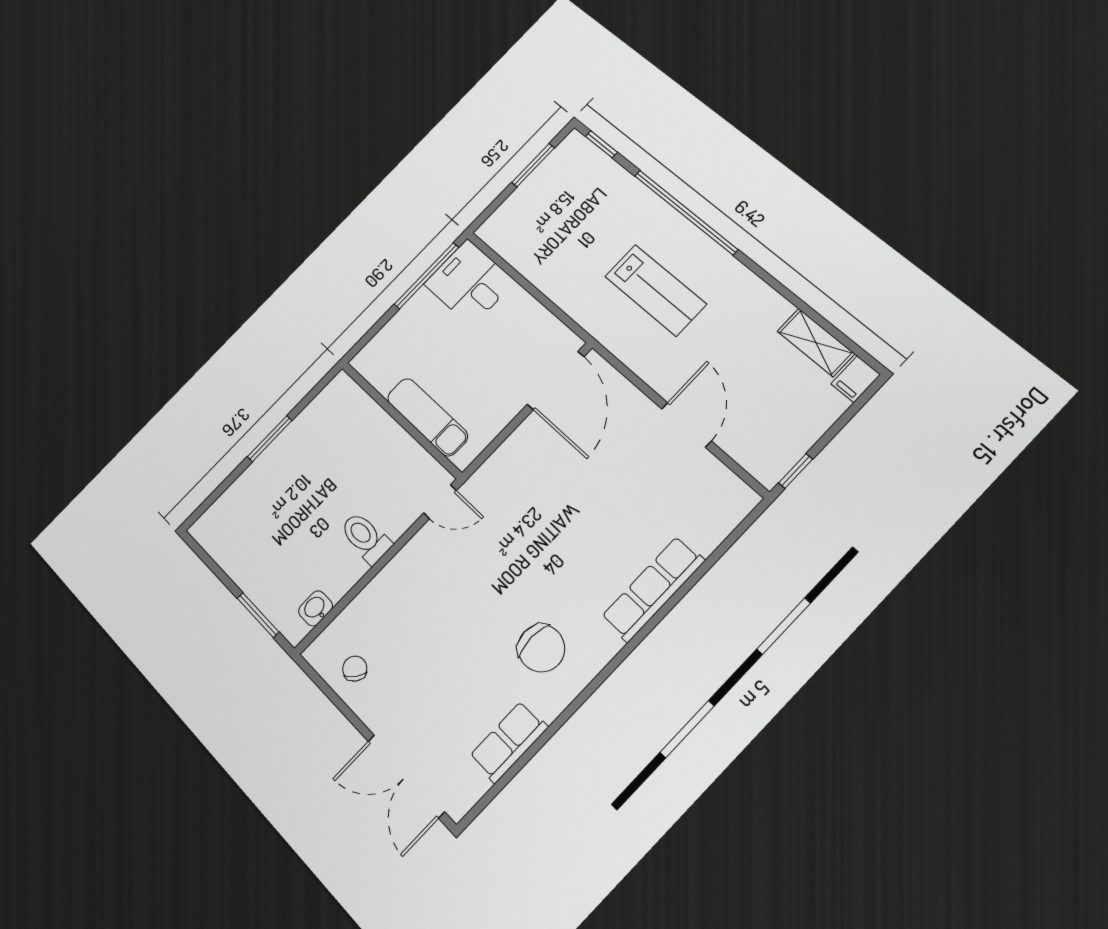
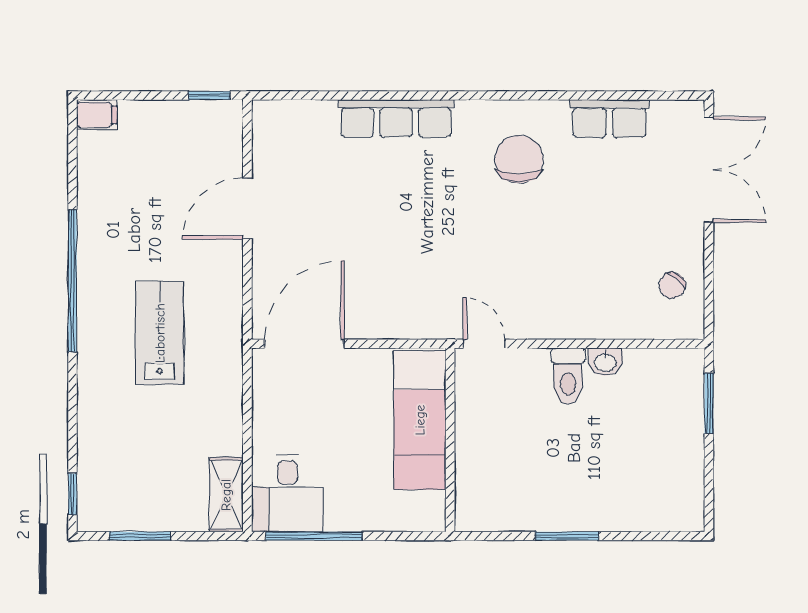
window: (686, 212) -> (73, 281), moved
shelving: (816, 342) -> (226, 495), moved
exam couch: (427, 417) -> (420, 420), width x1.36, depth x1.45
washbasin: (316, 608) -> (605, 362), moved

